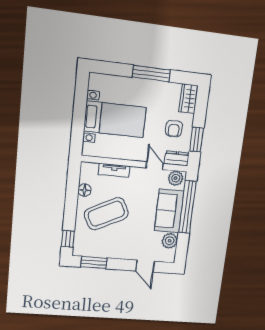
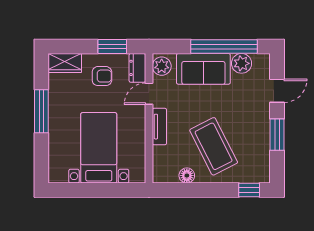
tv unit: (114, 170) -> (159, 127), moved
window: (187, 207) -> (224, 47), moved
window: (94, 263) -> (277, 135), moved

